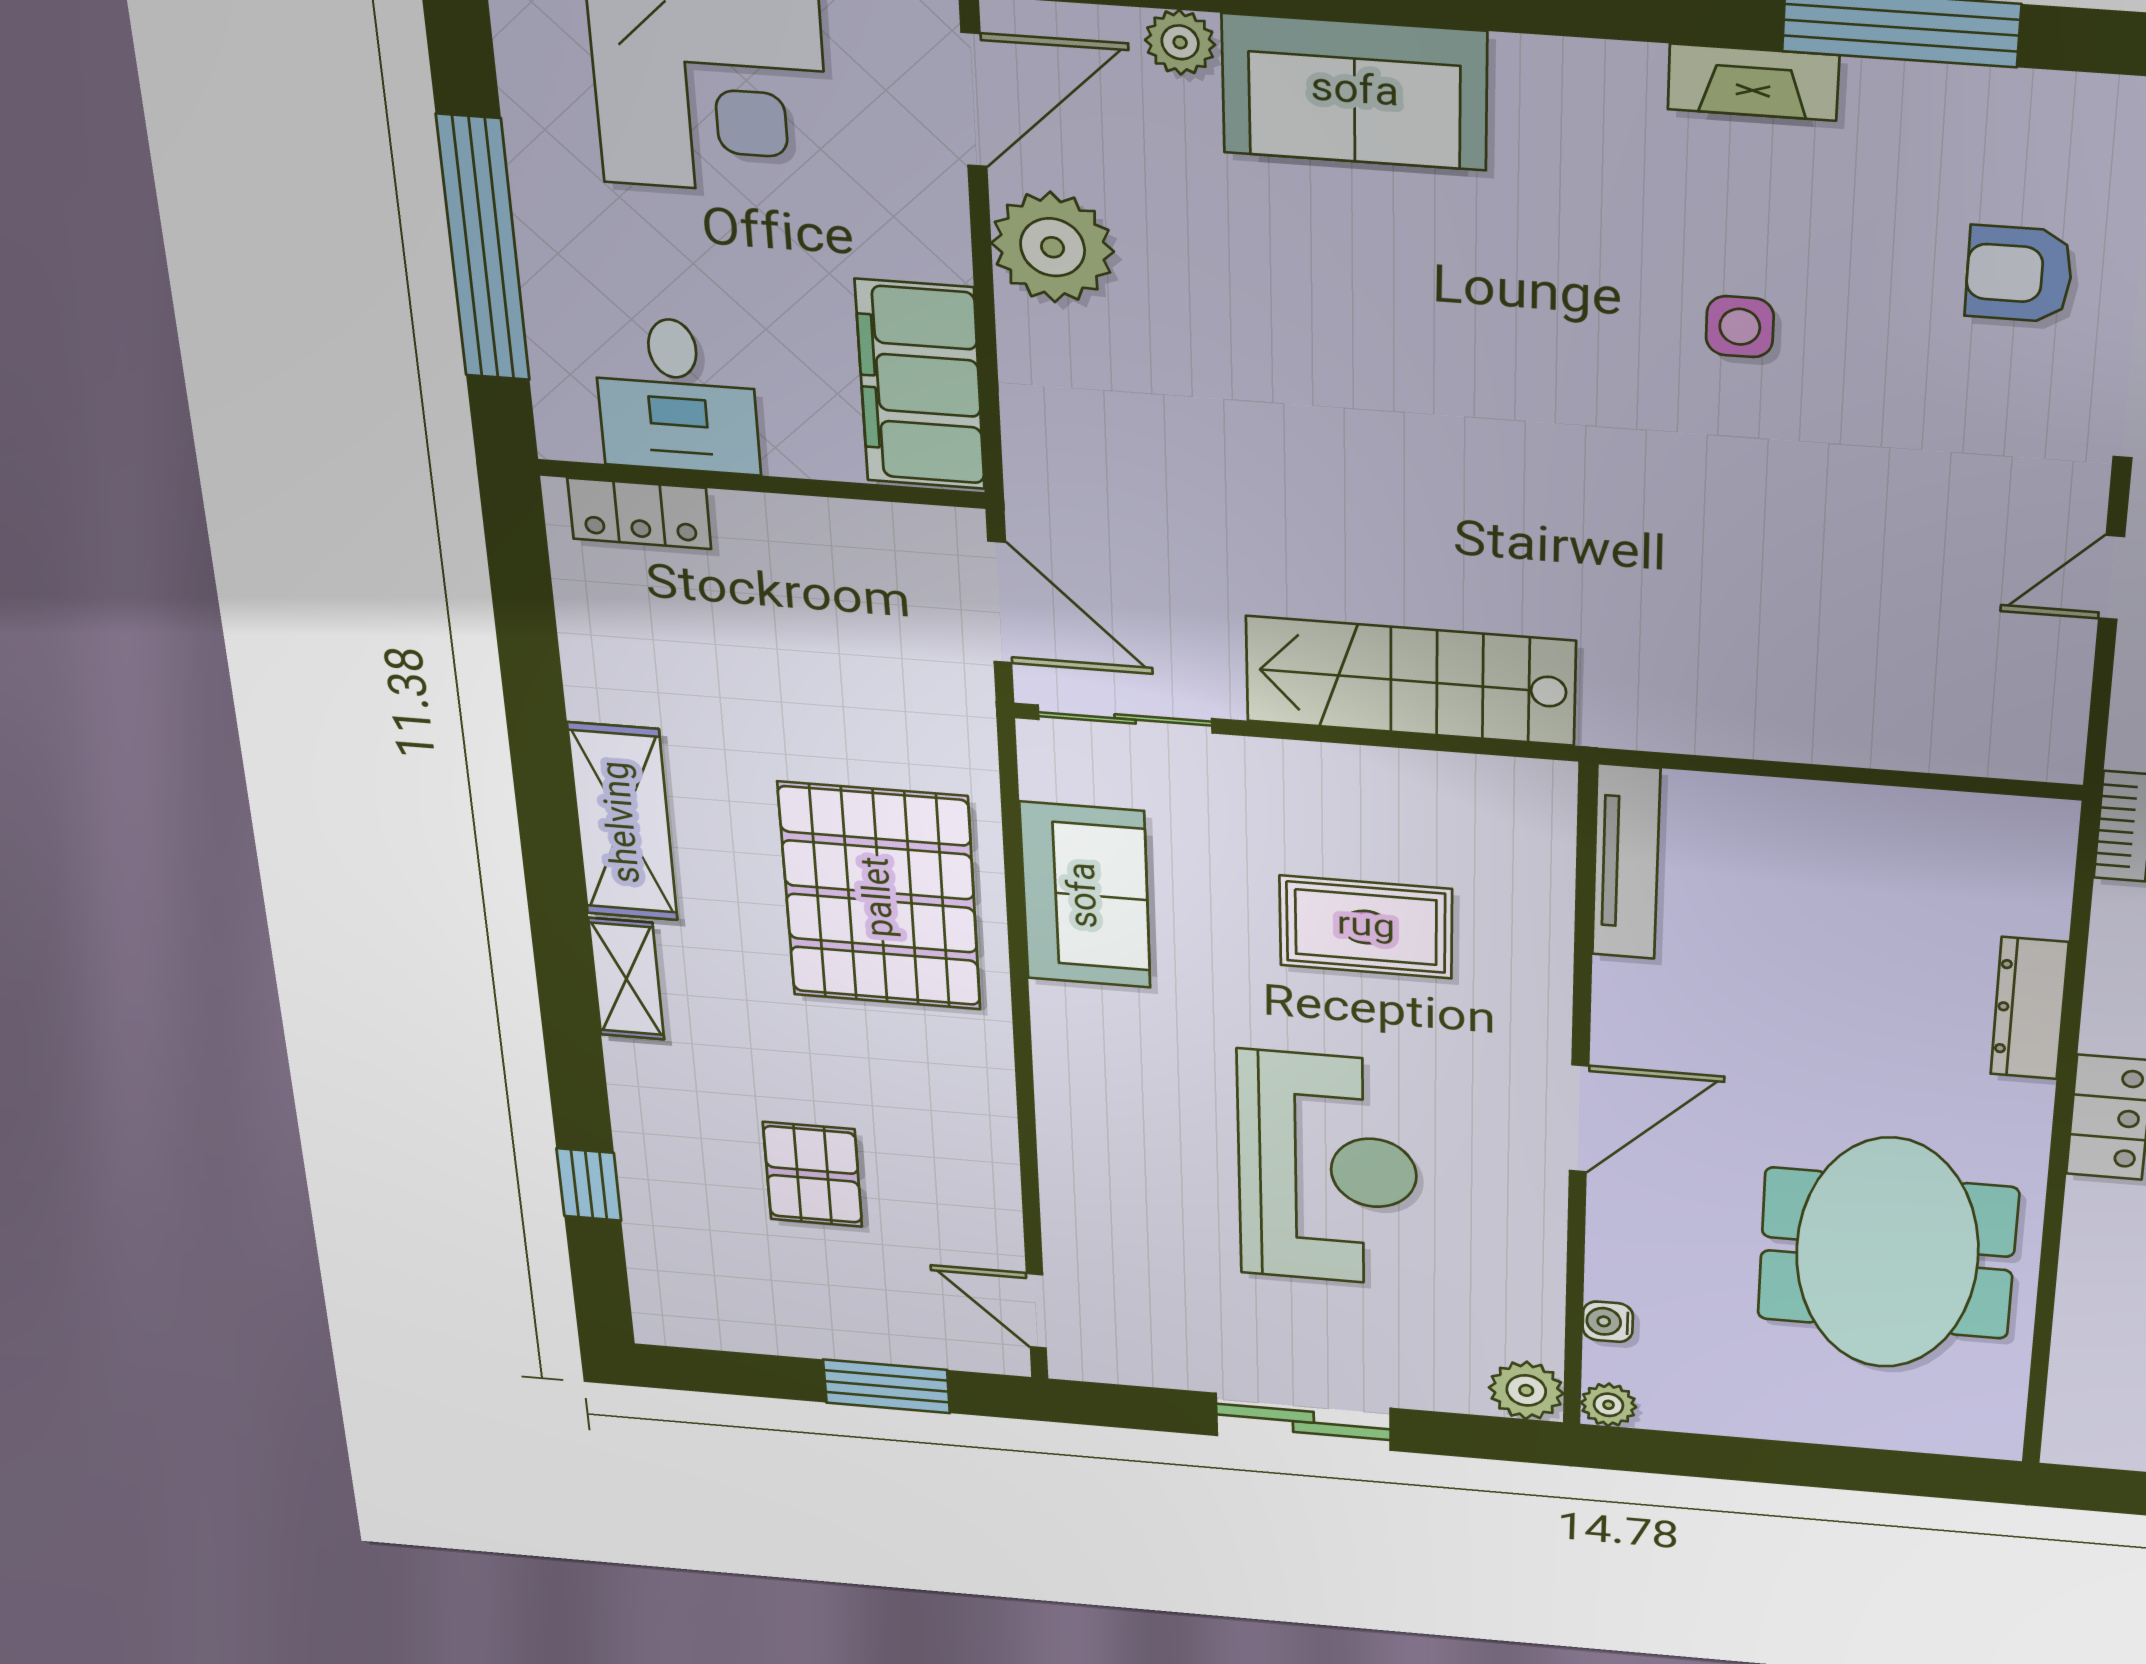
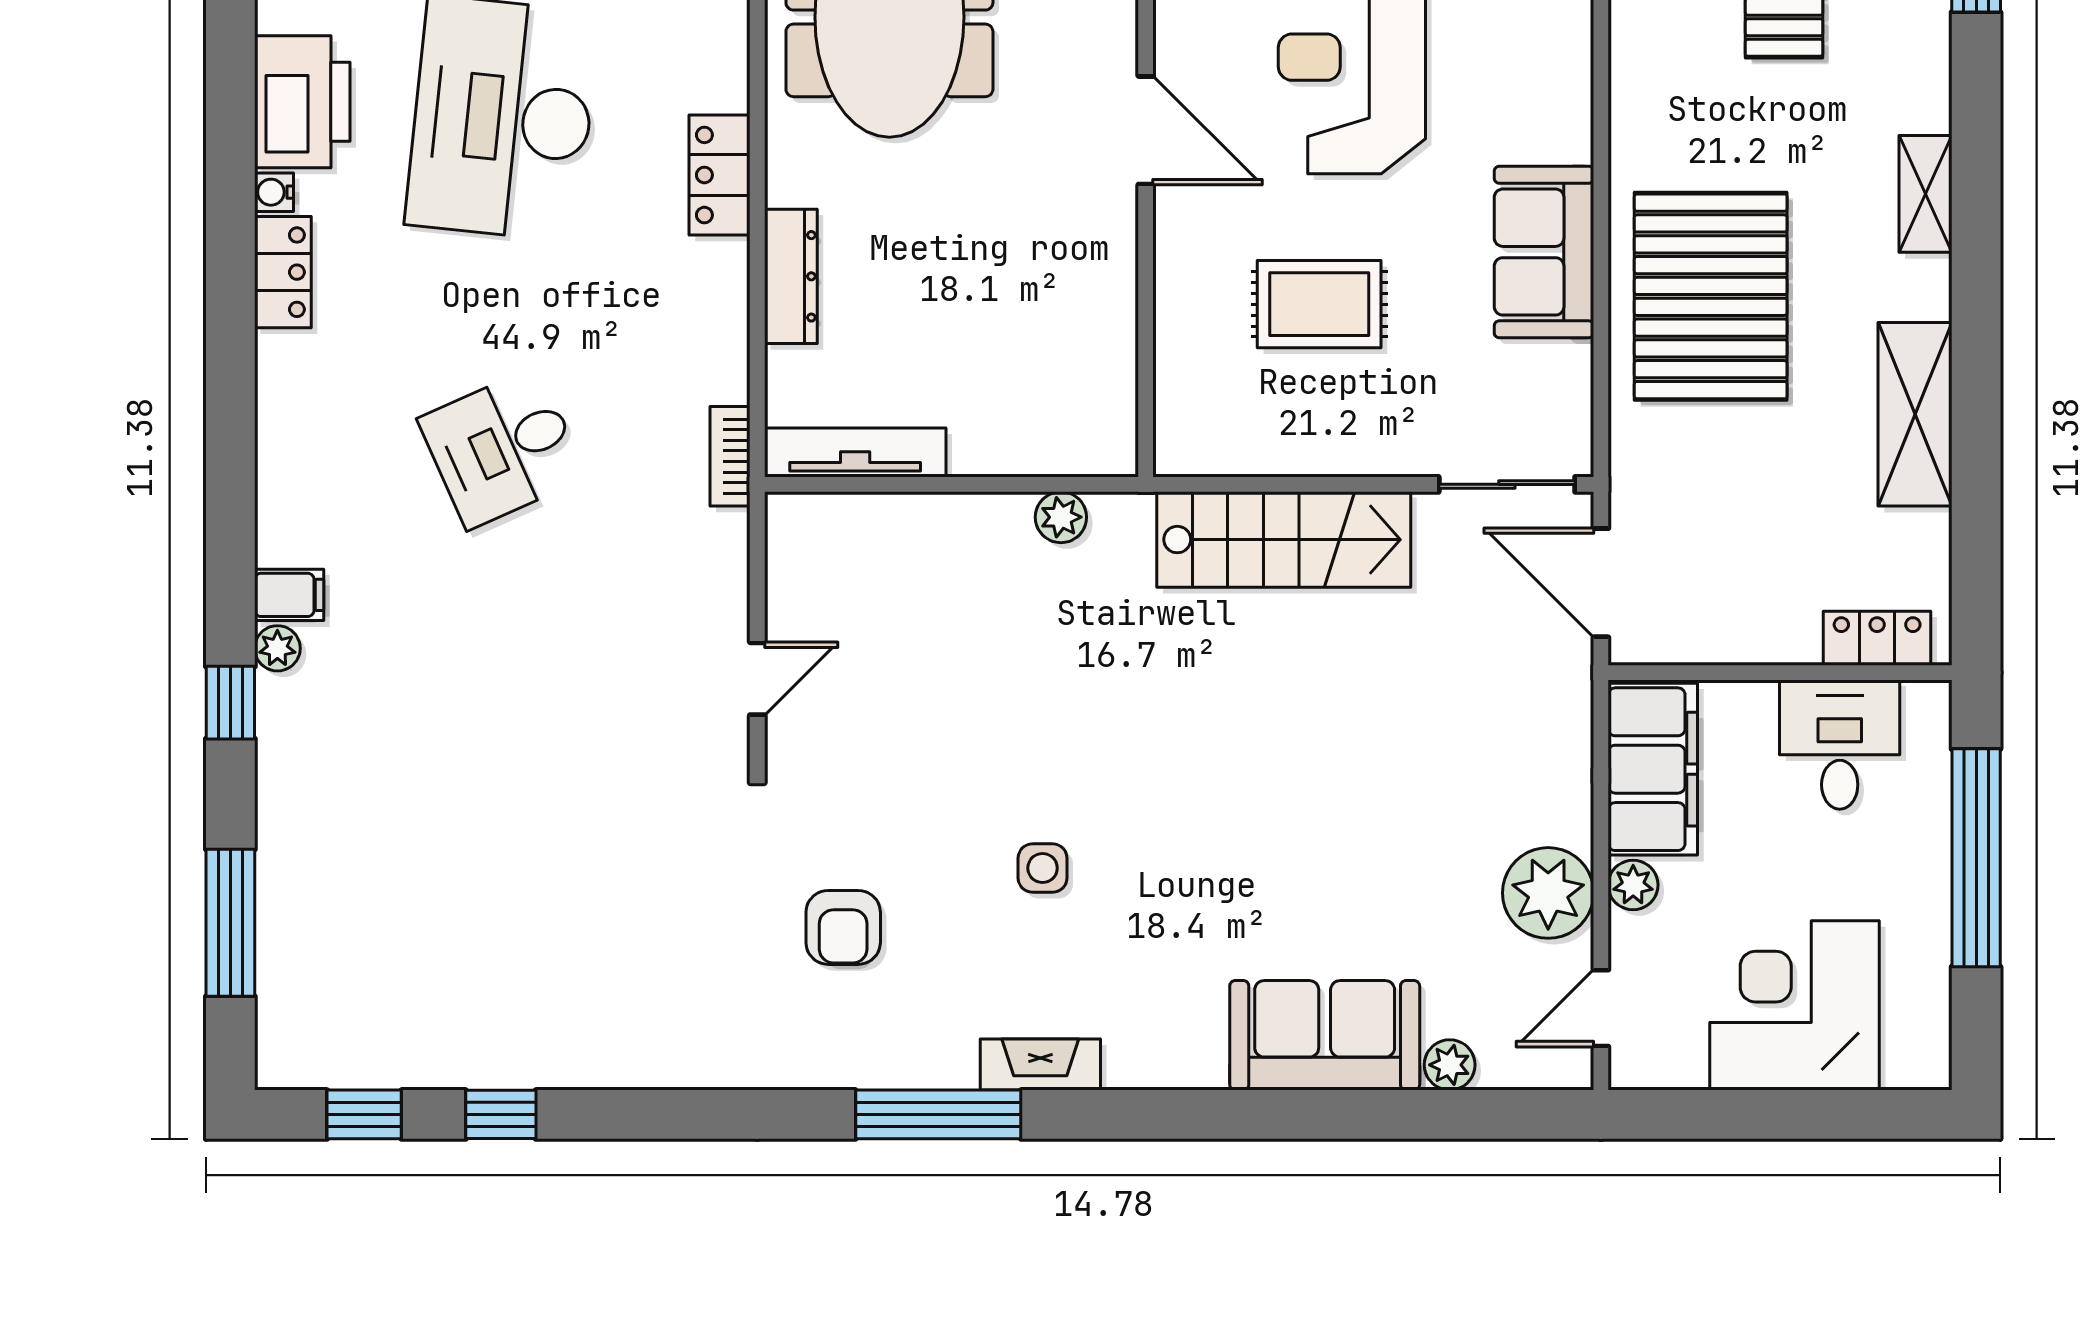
door: (974, 100) -> (1601, 1008), width x0.73
plant: (938, 249) -> (1633, 885), added
armchair: (2019, 274) -> (843, 927), turned 90
plant: (1699, 727) -> (1061, 517), added
shelving: (623, 822) -> (1915, 414), moved
tv unit: (1626, 862) -> (855, 453), moved, turned 90
sofa: (1085, 895) -> (1544, 252), moved
door: (1579, 1119) -> (1146, 130), swing flipped

